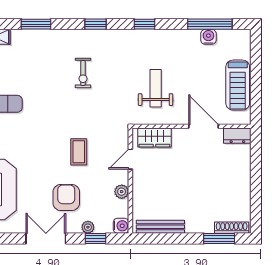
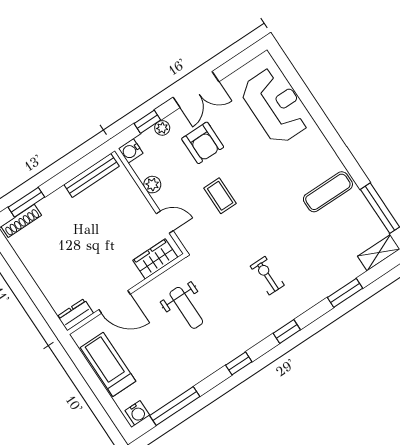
water cooler: (208, 37) -> (137, 413), moved
door: (130, 159) -> (165, 222), hinge flipped

